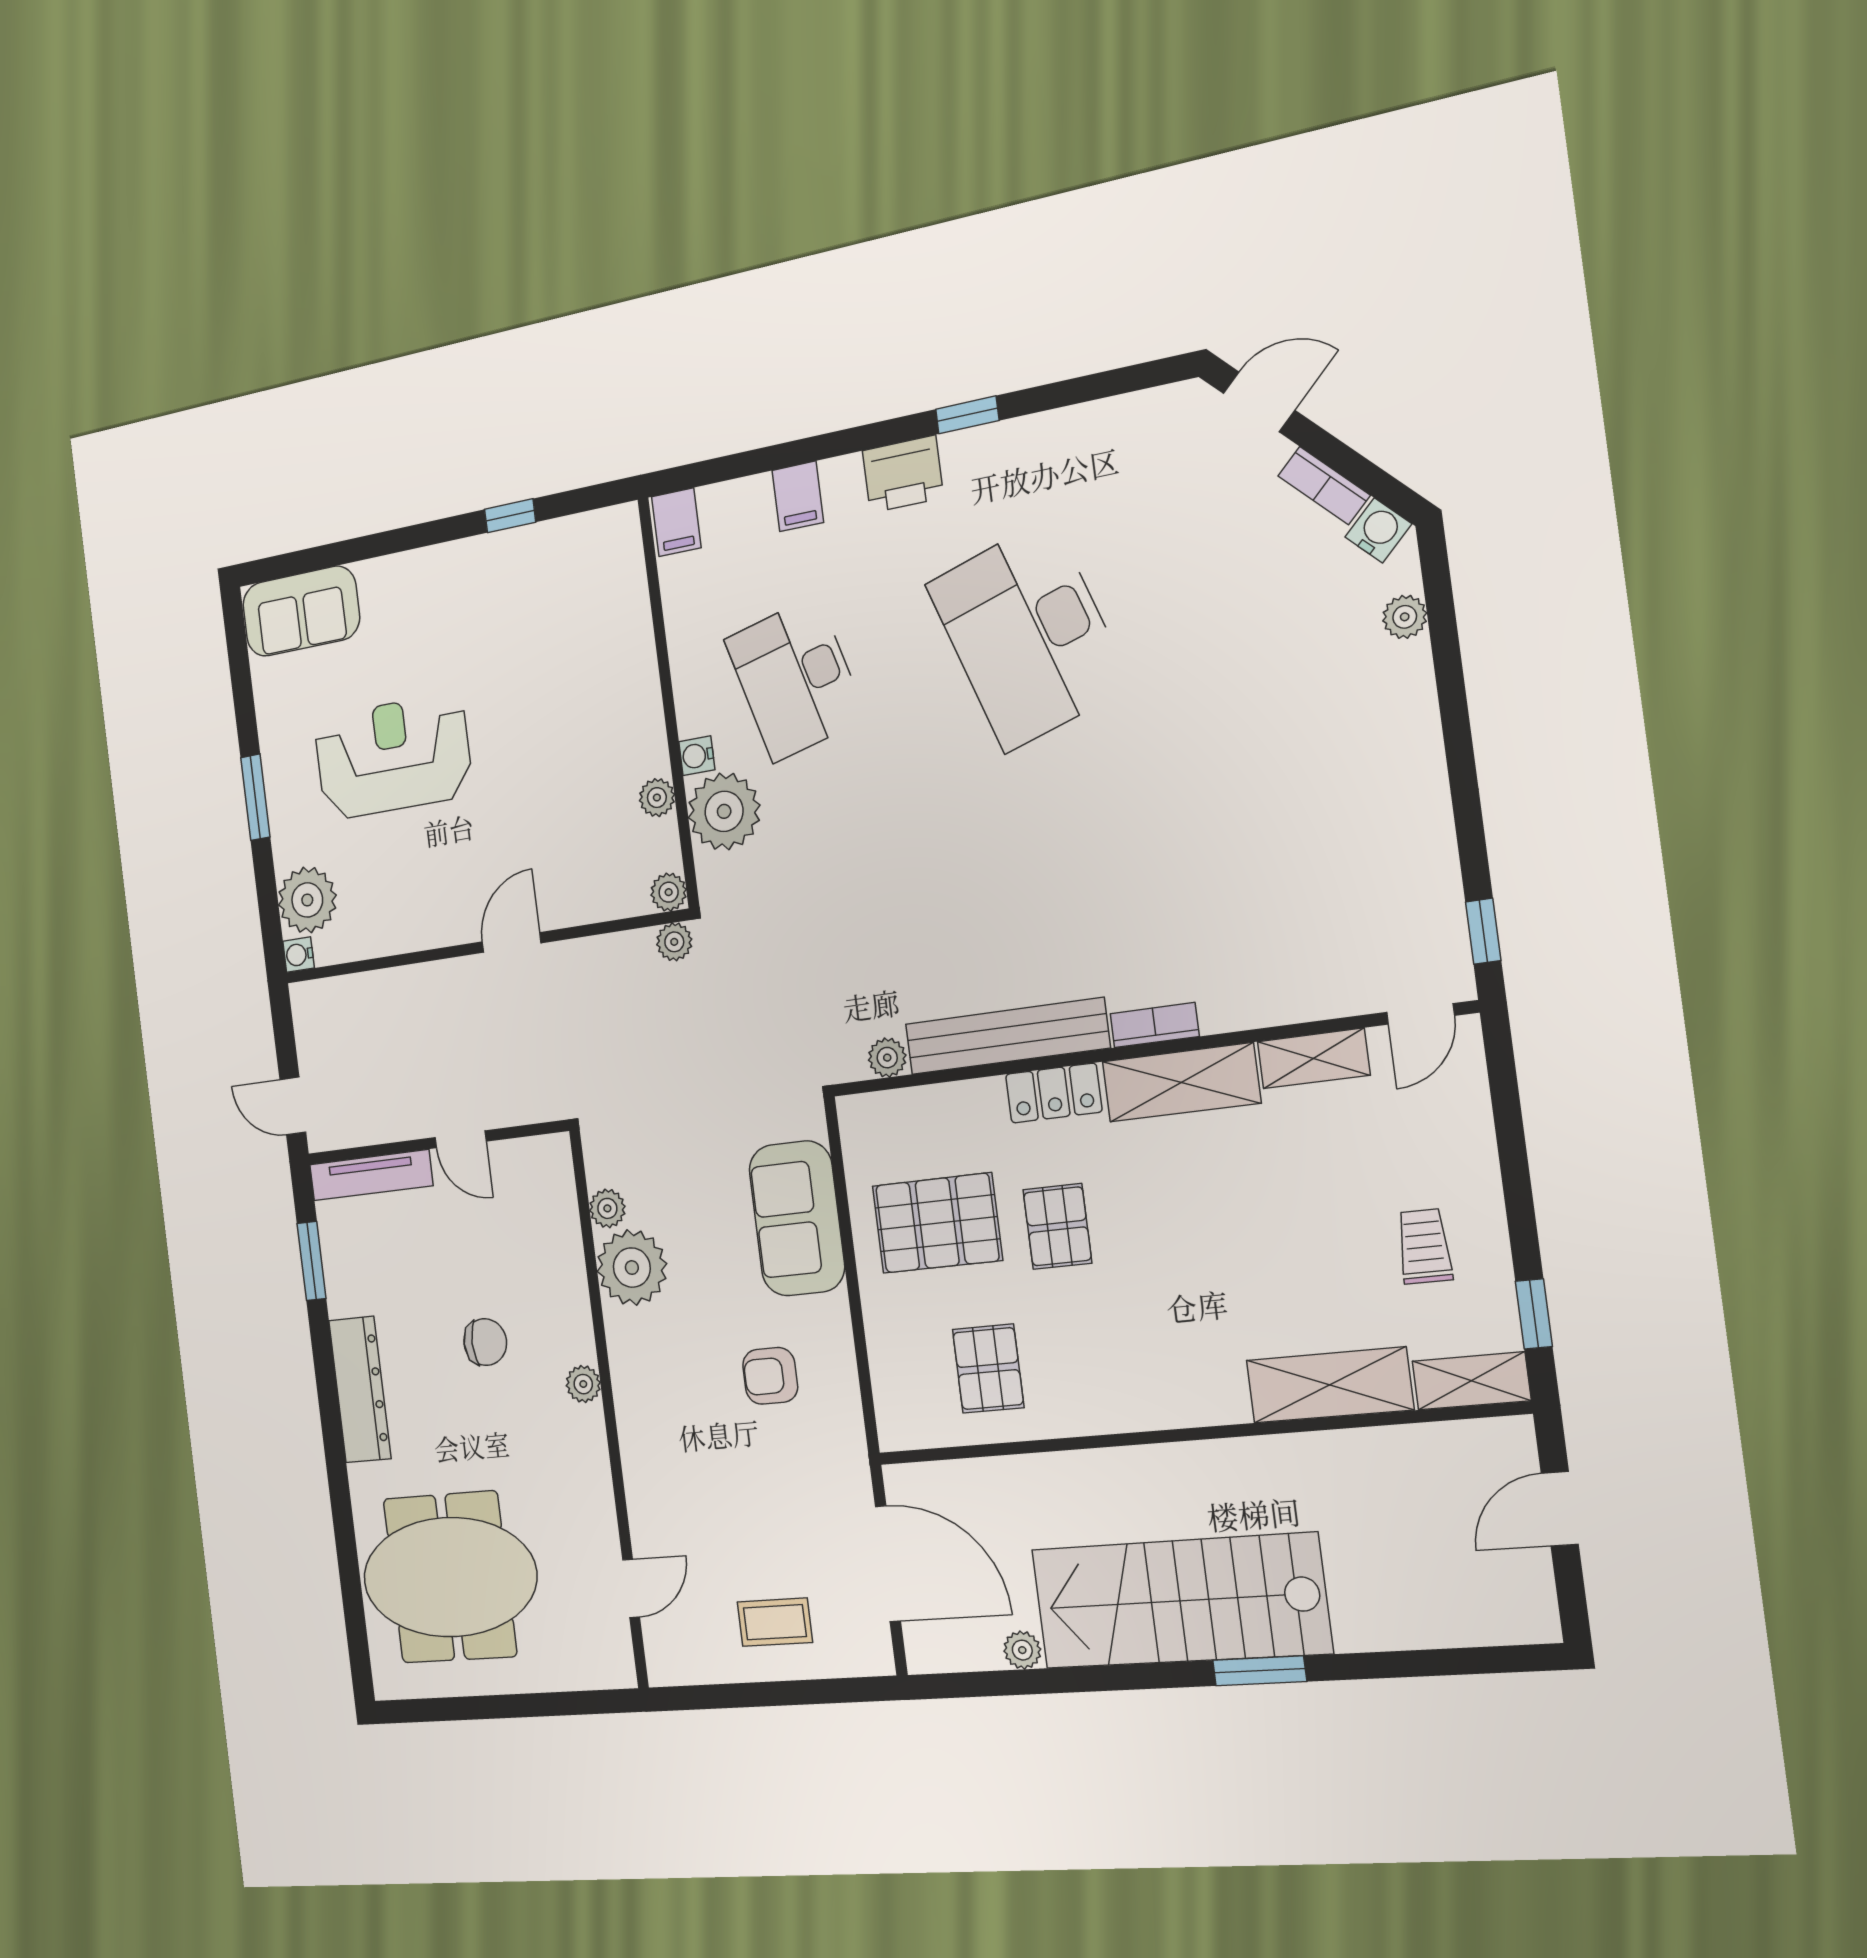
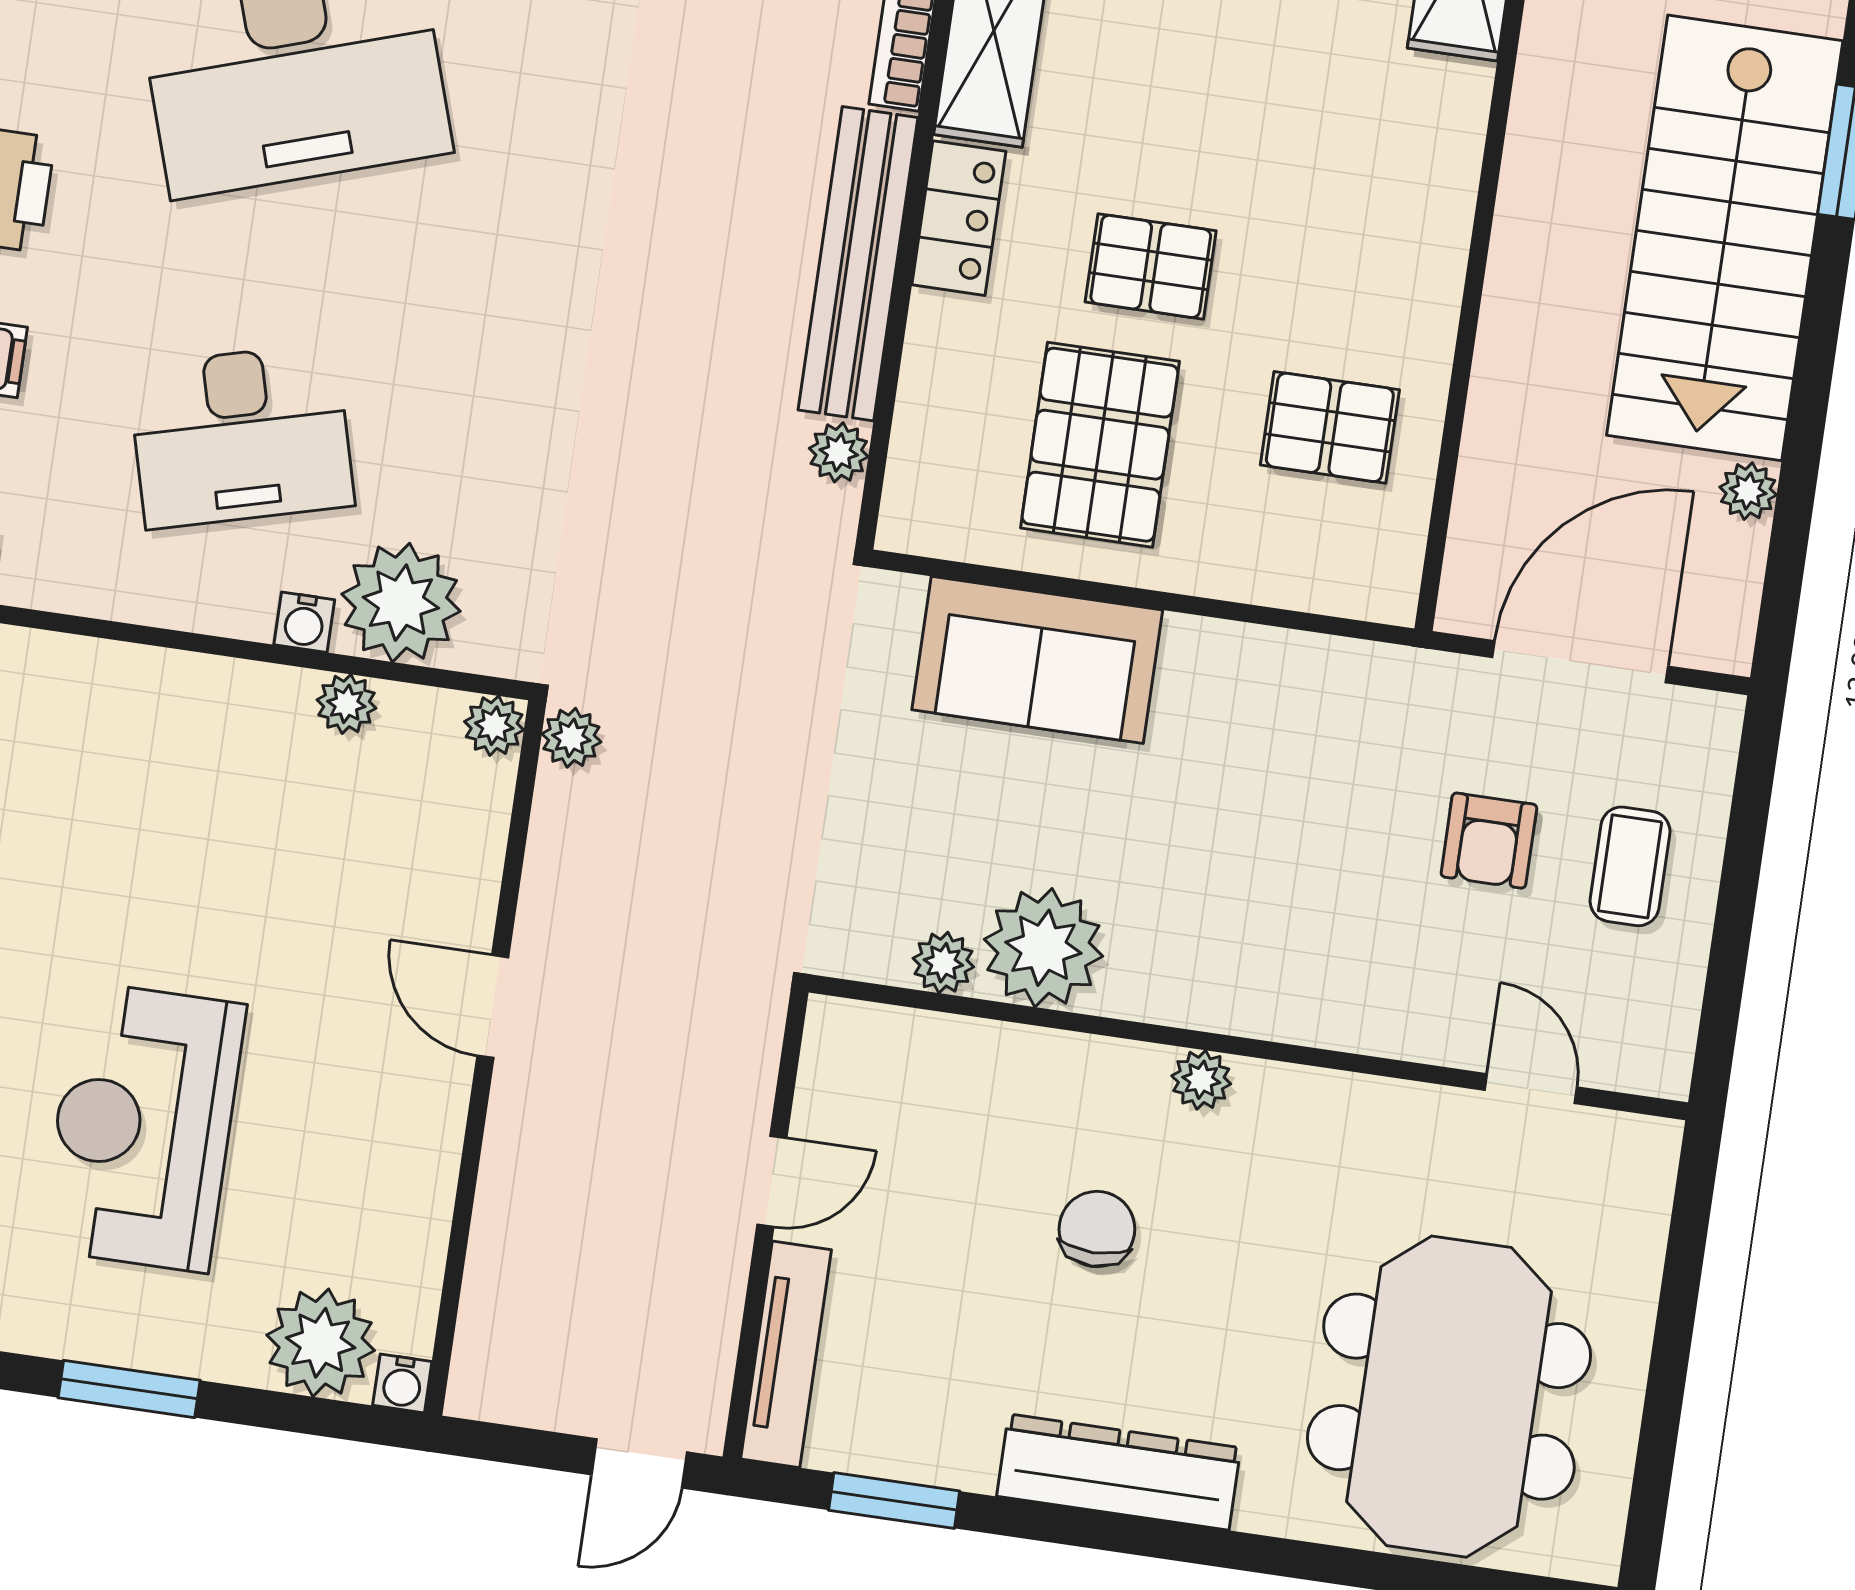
armchair: (770, 1376) -> (1489, 841), moved

